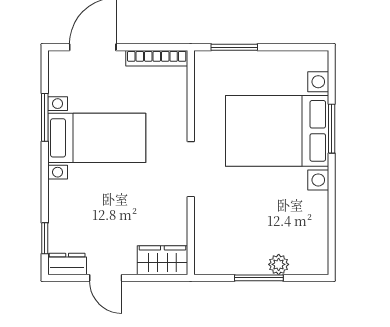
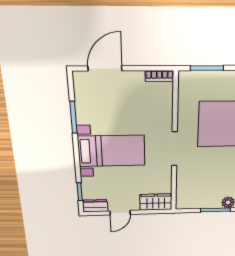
bookcase: (157, 58) -> (159, 76), width x0.64
bed with nightstands: (97, 138) -> (112, 151), moved
door: (106, 278) -> (120, 213), hinge flipped

